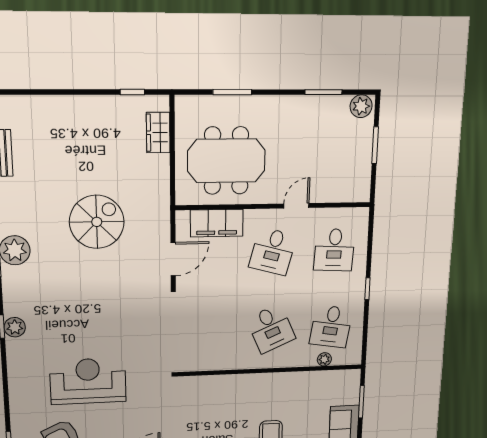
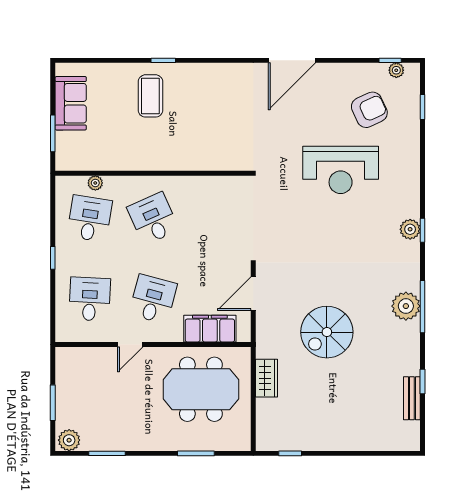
wardrobe: (158, 133) -> (267, 378), moved

